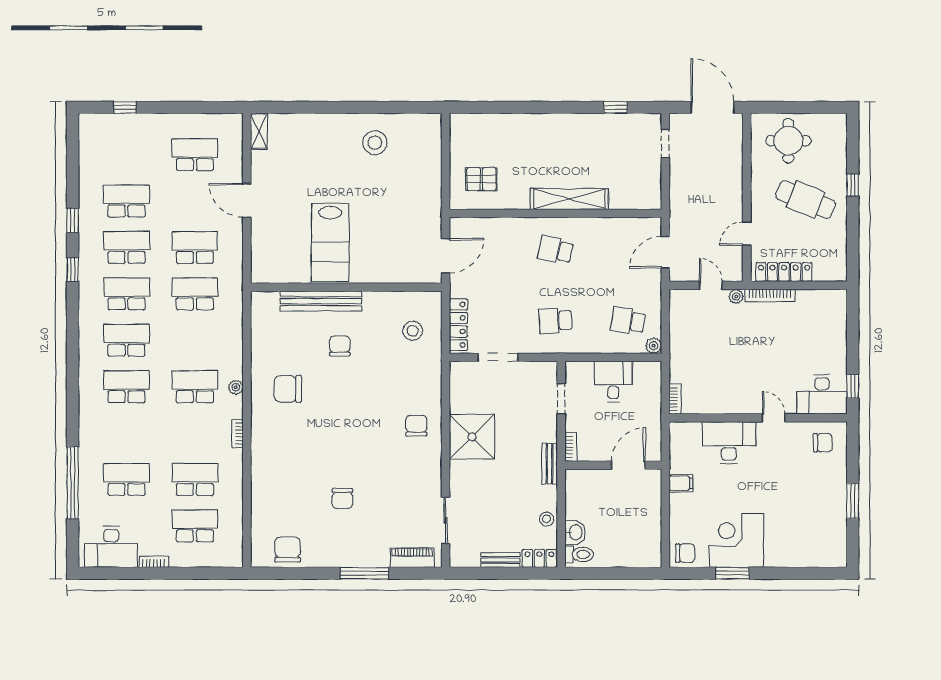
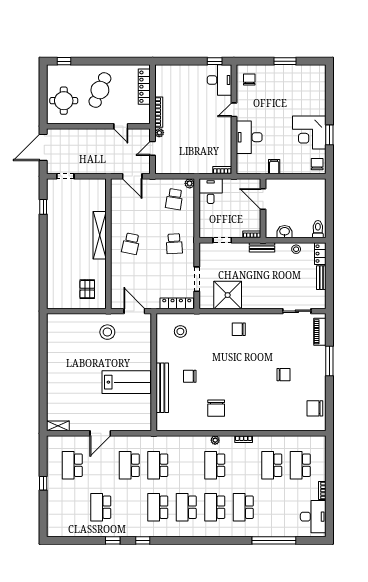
window: (125, 107) -> (43, 483), moved
stool: (375, 143) -> (107, 332), moved
window: (853, 185) -> (64, 61), moved
school desk: (127, 247) -> (129, 507), removed
locker: (784, 272) -> (144, 87), moved
desk: (613, 381) -> (211, 191), moved, turned 90
shower: (472, 437) -> (228, 295), moved
school desk: (127, 479) -> (243, 507), moved
washbasin: (575, 532) -> (285, 232), moved

